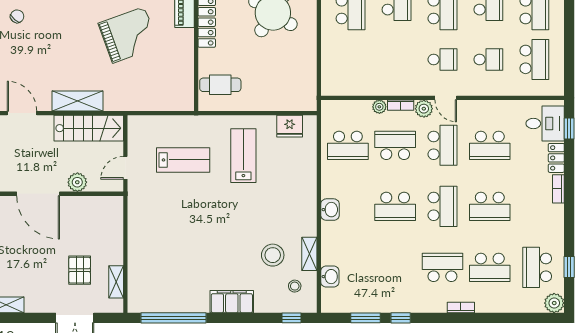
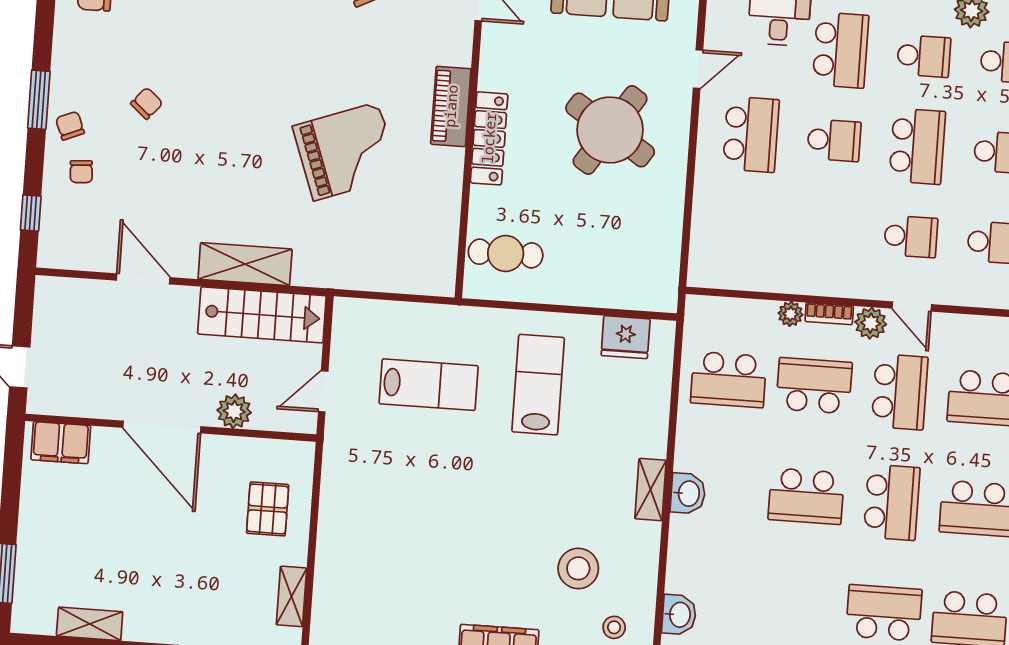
shelving: (309, 254) -> (651, 489), moved
pallet: (80, 270) -> (268, 509), moved

